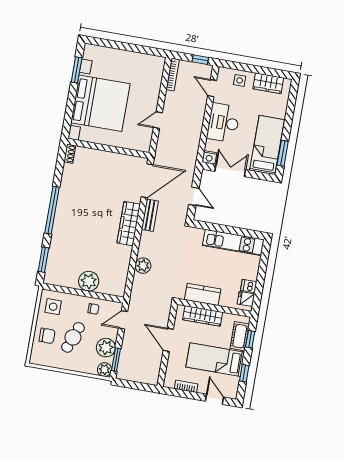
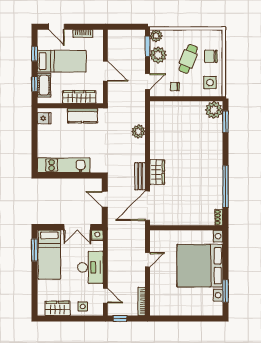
window: (52, 210) -> (226, 187), moved
wardrobe: (129, 224) -> (157, 172), width x0.67
plant: (89, 281) -> (214, 110), moved
dishwasher: (249, 286) -> (44, 130), removed

